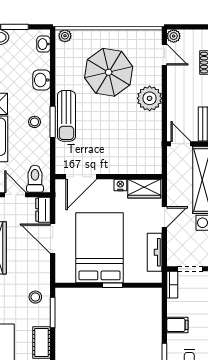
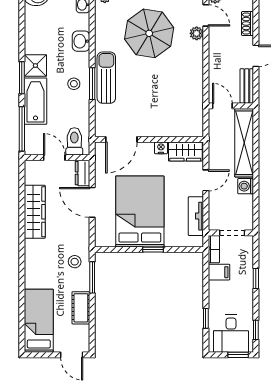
plant: (150, 98) -> (197, 33), moved, width x0.53, depth x0.53
sun lounger: (66, 116) -> (106, 78), turned 180
filing cabinet: (177, 325) -> (219, 272), moved

